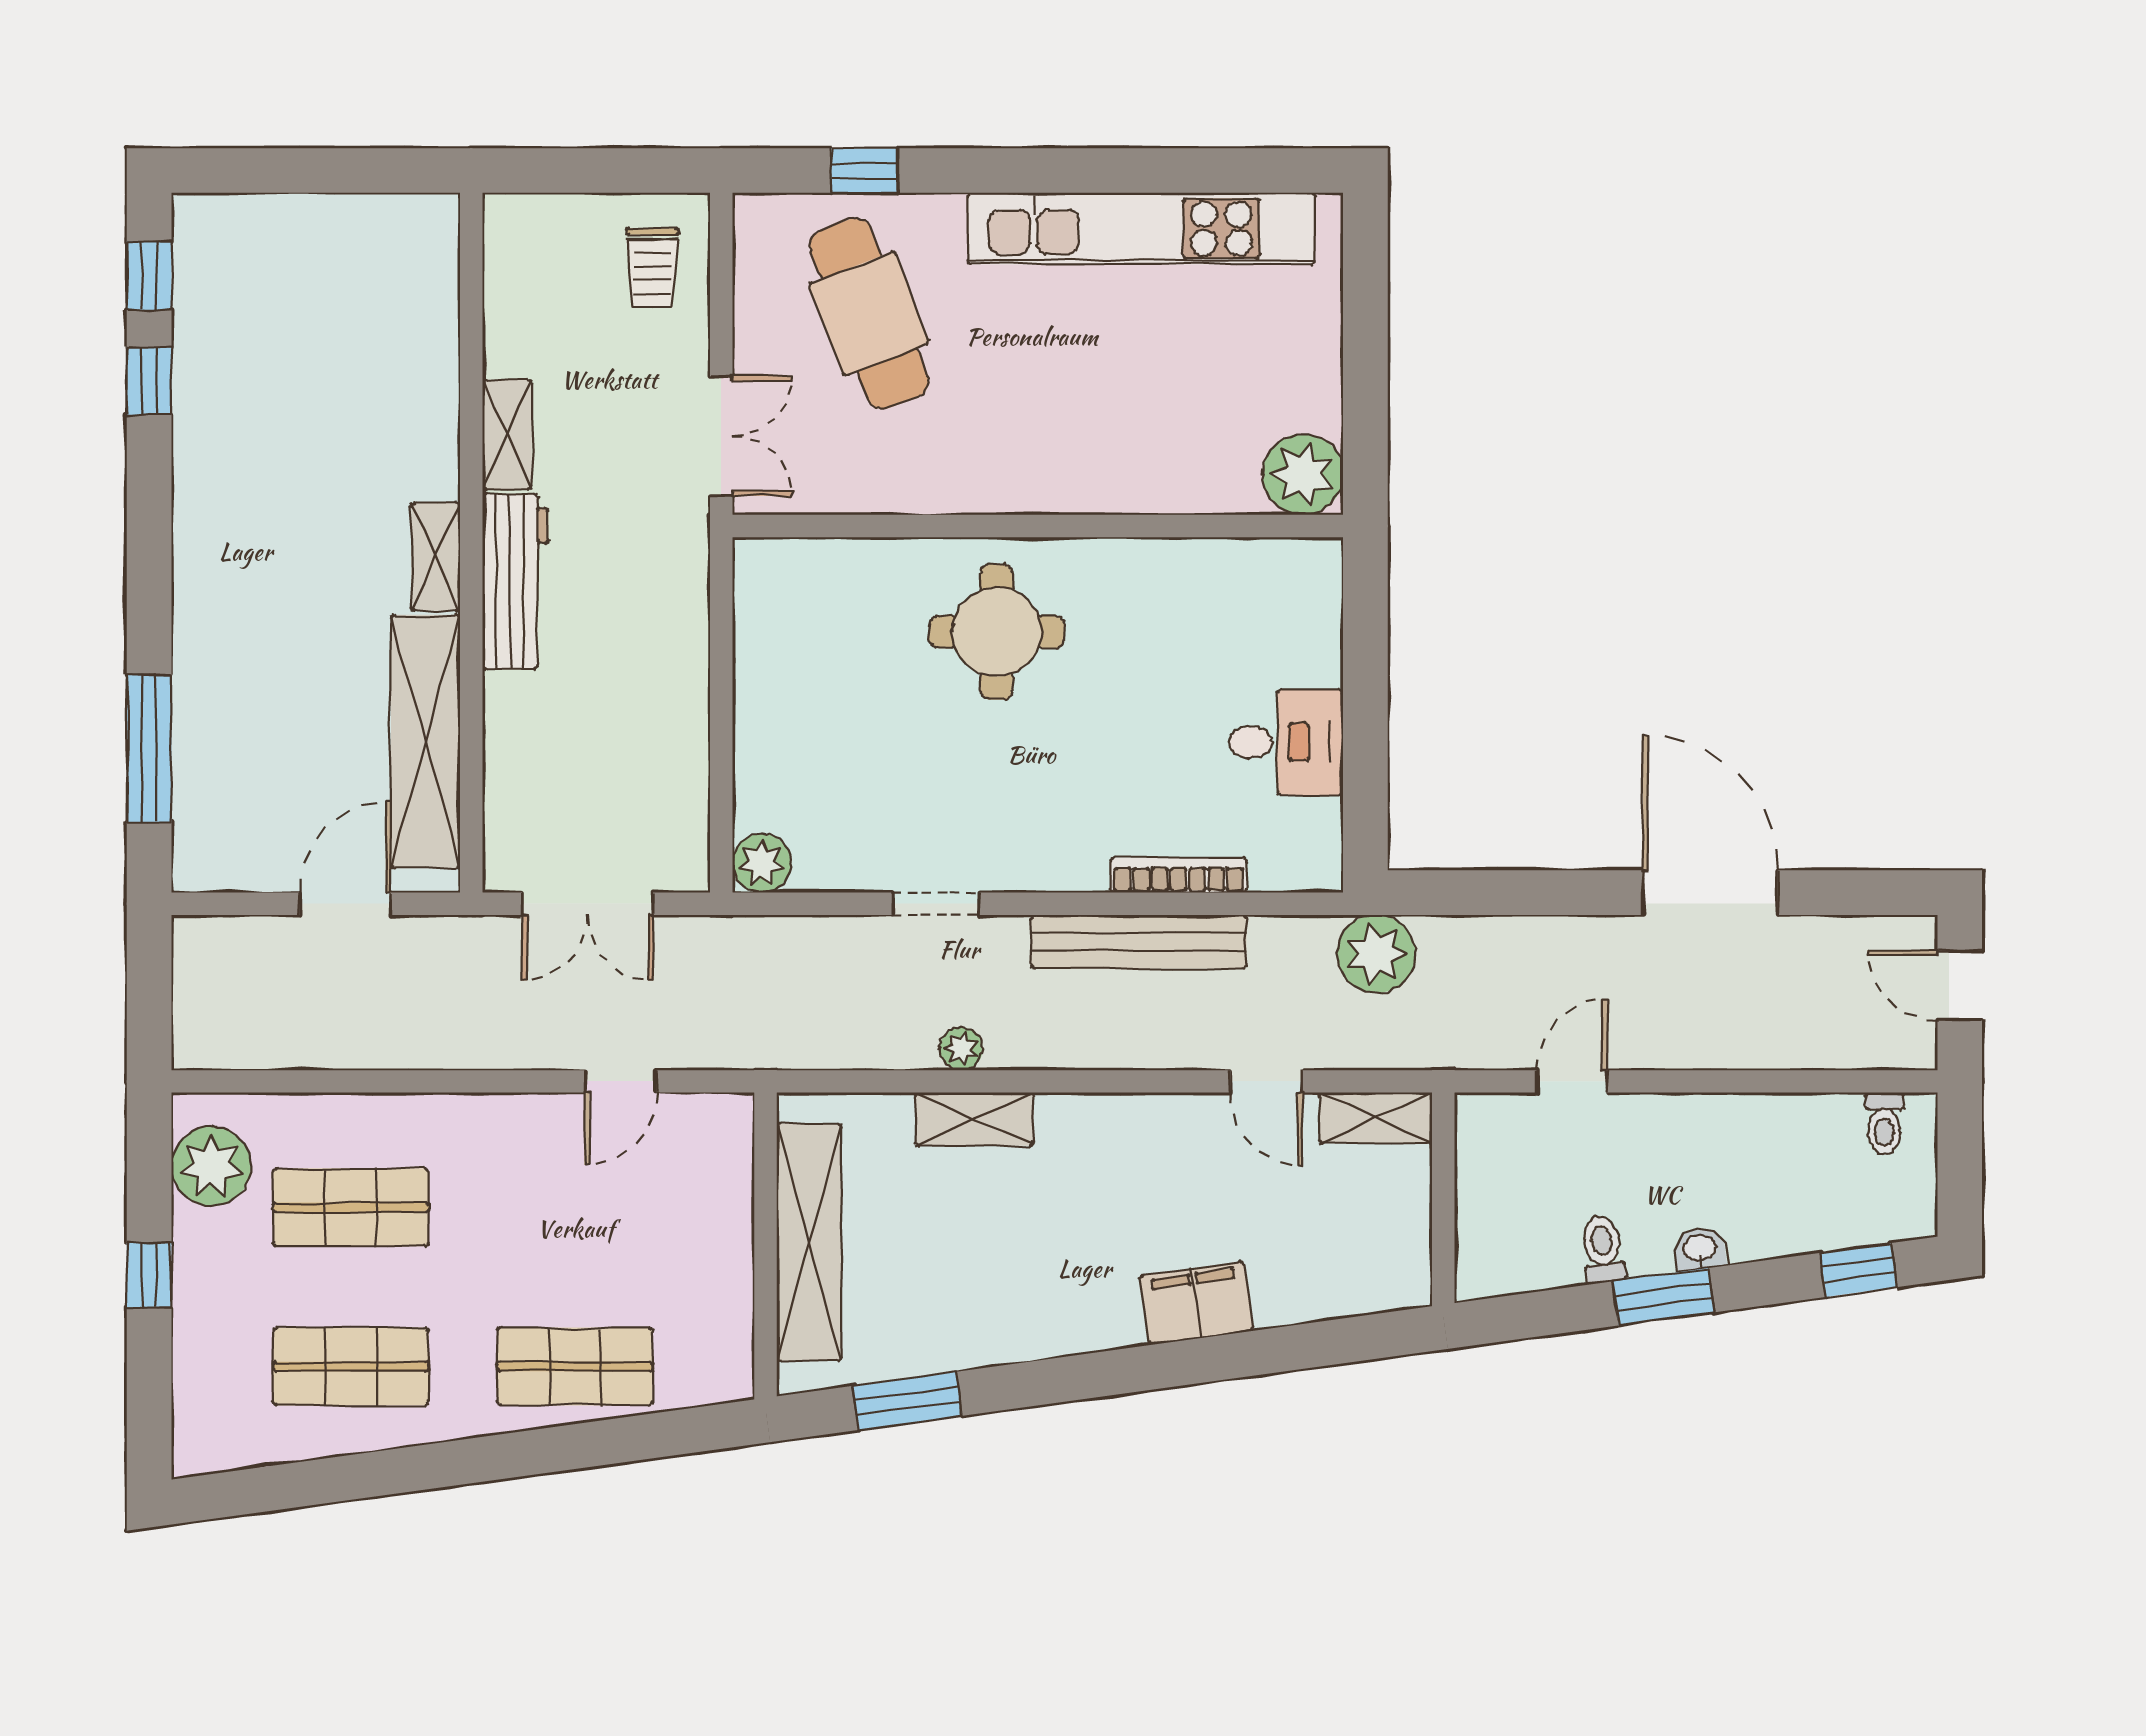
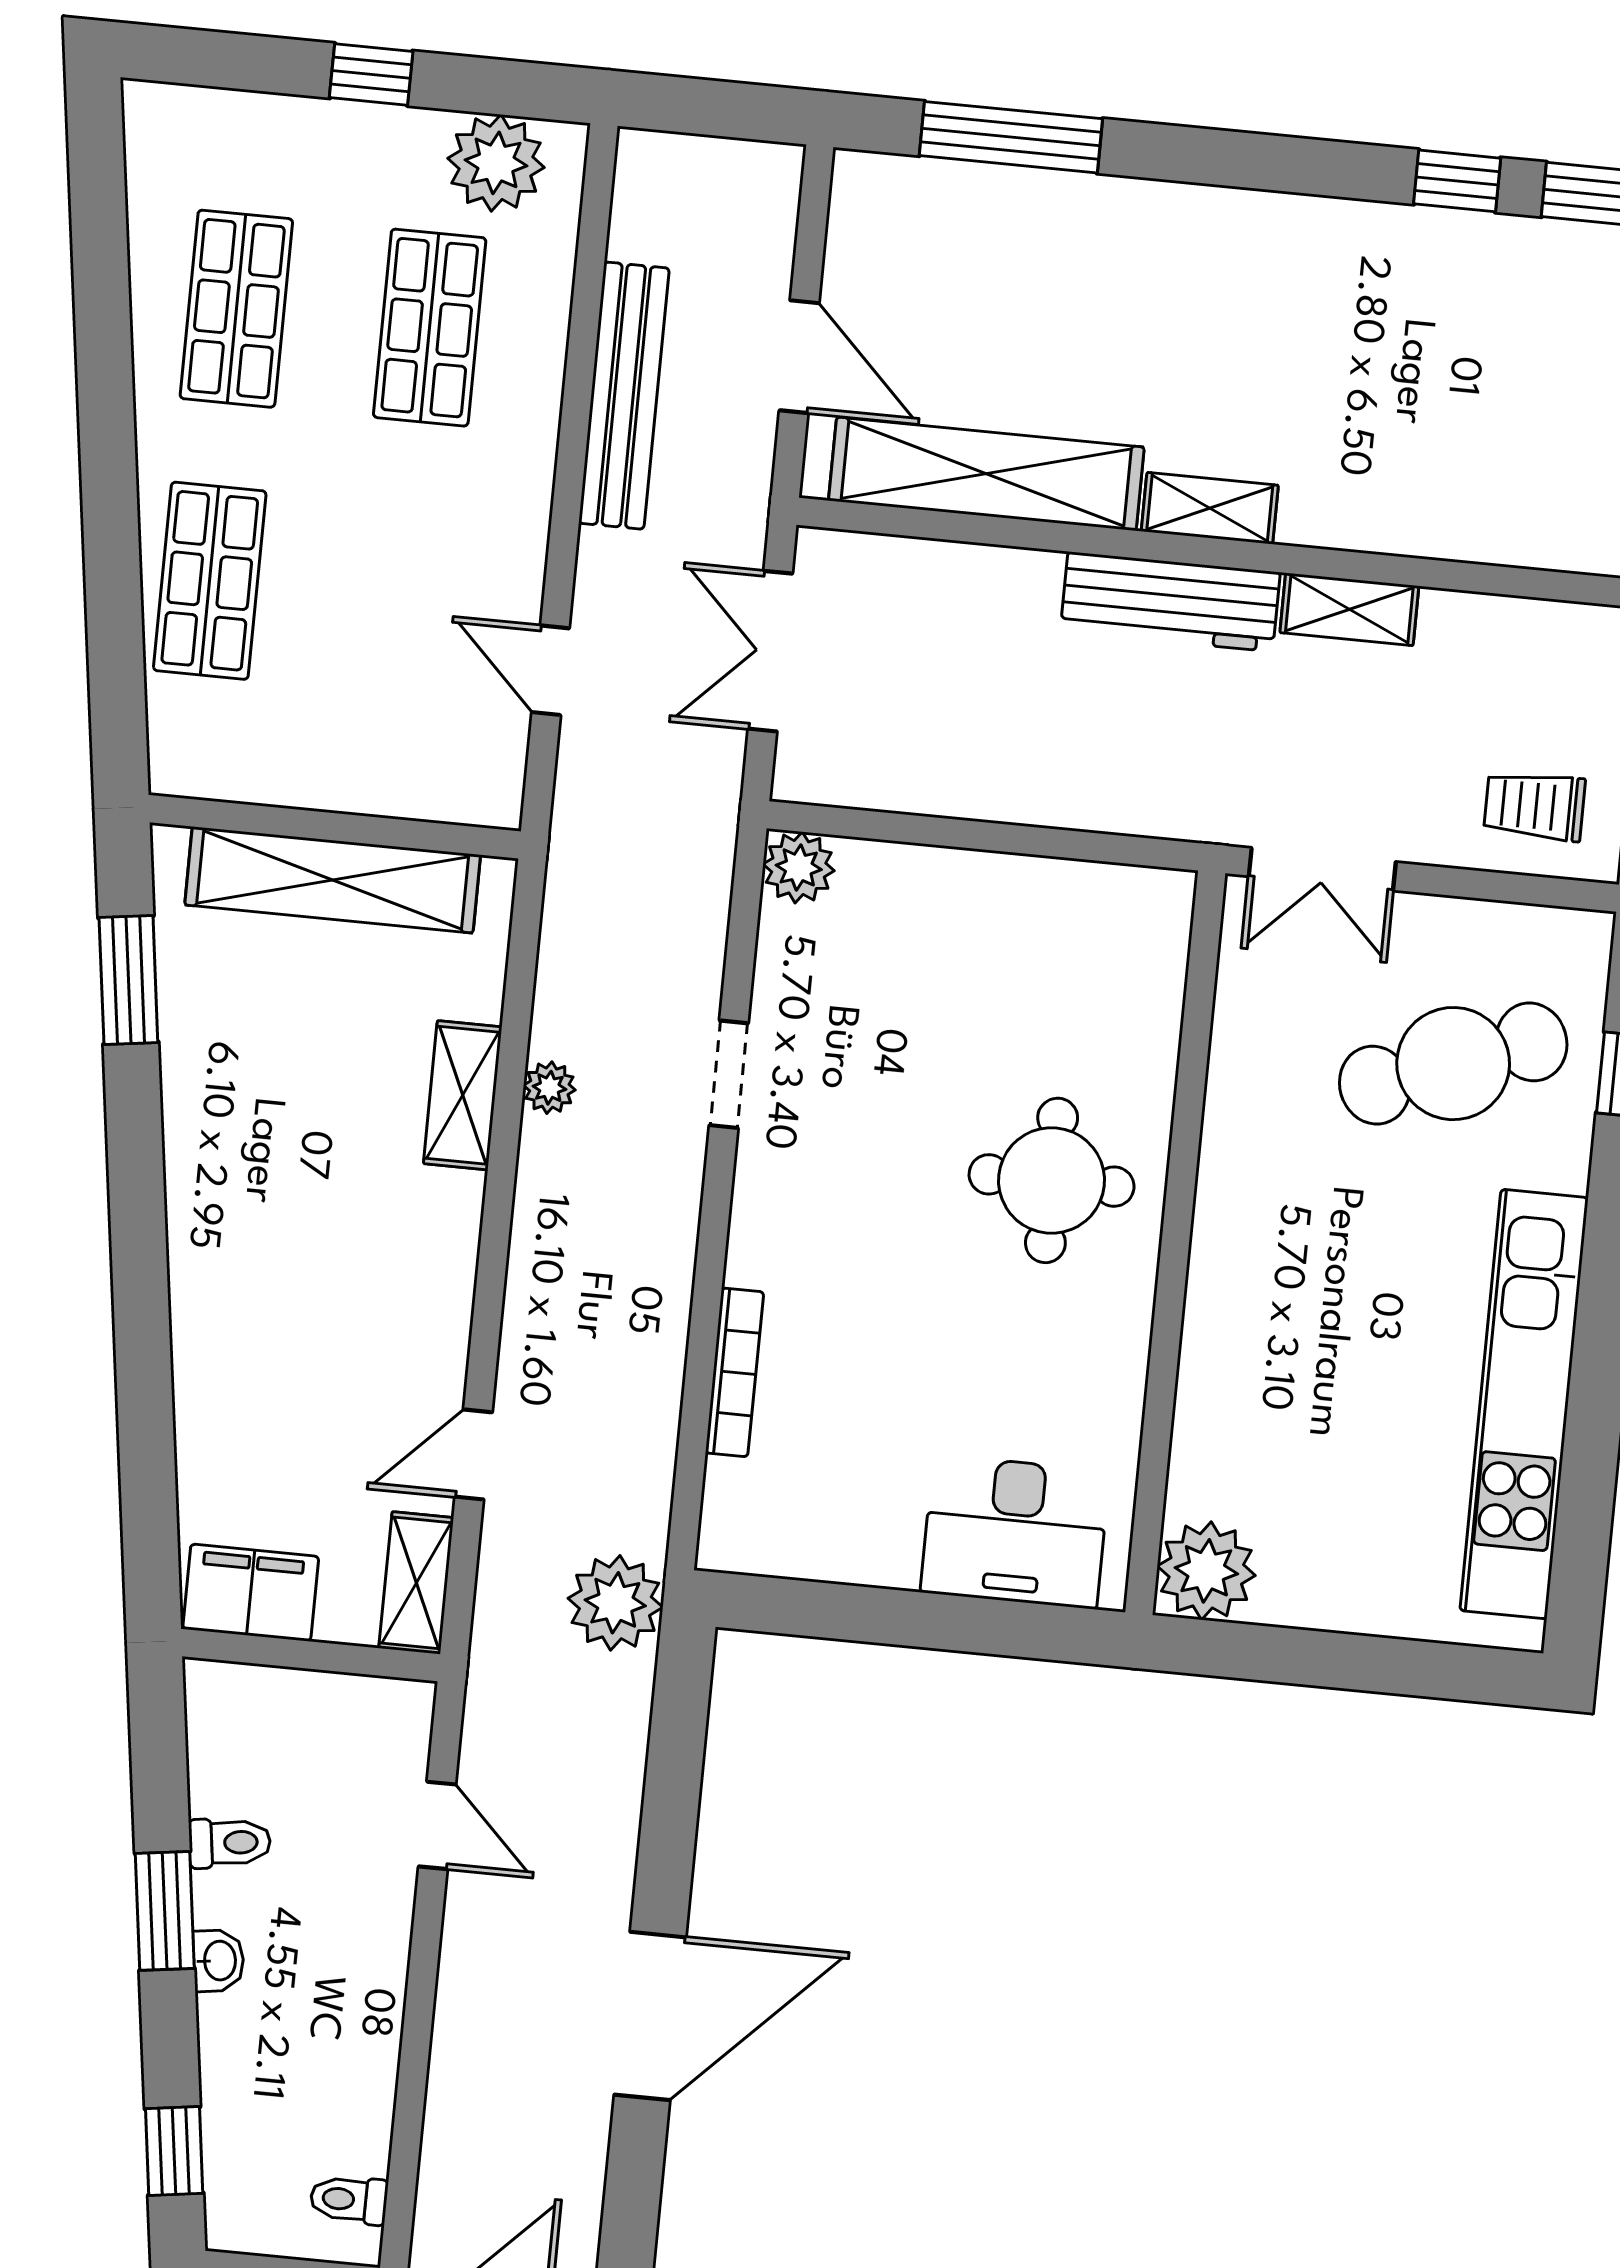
desk: (1286, 742) -> (1015, 1532), moved, width x1.37
bench: (1139, 942) -> (624, 396), moved
filing cabinet: (1196, 1303) -> (251, 1593), moved, turned -82

